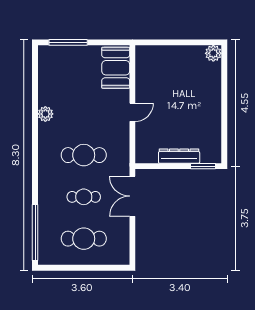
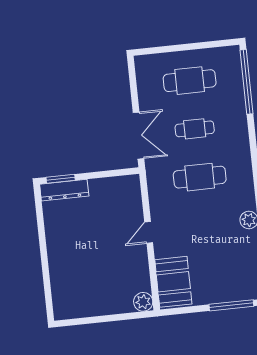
plant: (213, 53) -> (143, 302), moved
dresser: (179, 156) -> (64, 190), moved

